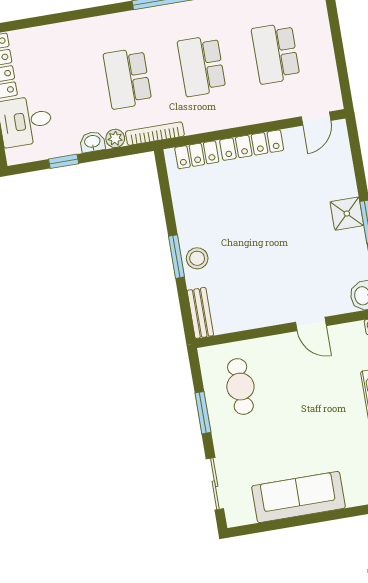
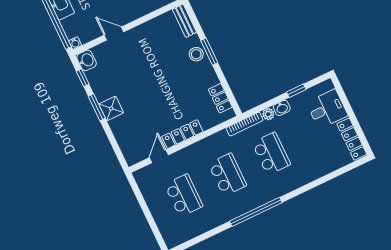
door: (316, 119) -> (159, 156), moved
locker: (197, 155) -> (220, 98), moved, turned -90

